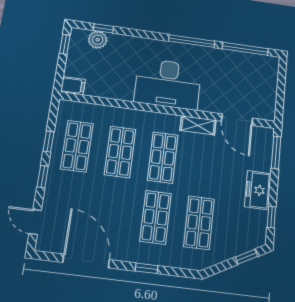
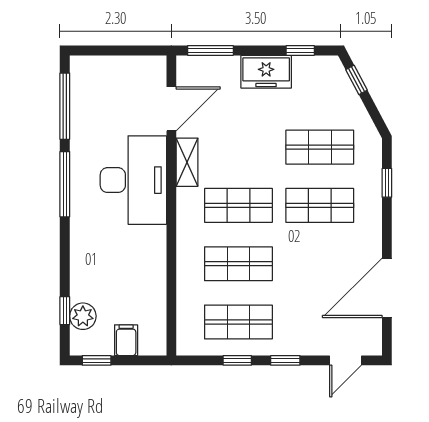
desk: (168, 84) -> (133, 180), moved
filing cabinet: (73, 86) -> (126, 340), moved
window: (146, 268) -> (387, 183), moved

